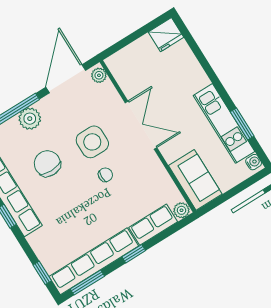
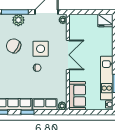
chair: (47, 164) -> (14, 46), turned -60

